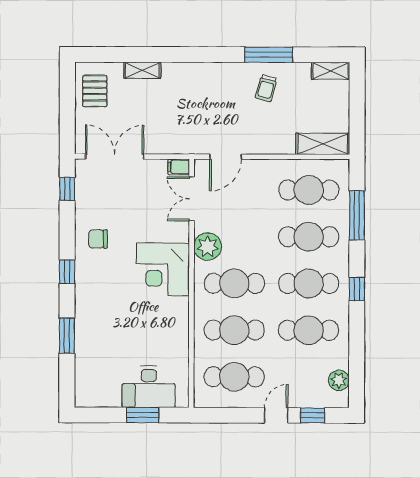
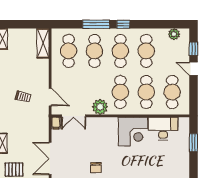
trolley: (266, 88) -> (23, 97), moved
window: (357, 215) -> (96, 24), moved
corner desk: (163, 269) -> (133, 132), moved
desk: (149, 387) -> (163, 129), moved, turned -90

